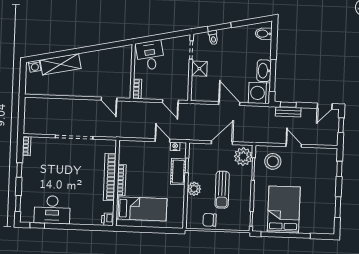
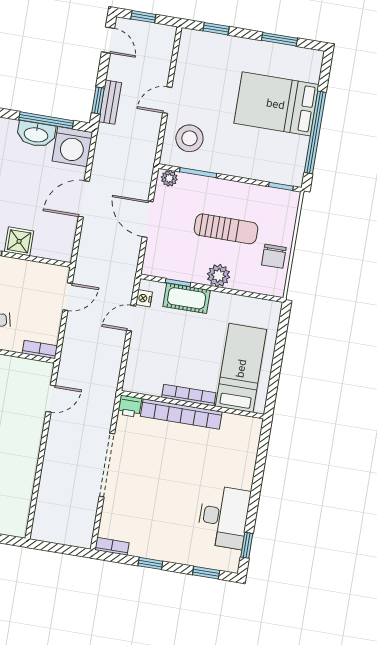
plant: (243, 157) -> (169, 178), width x0.53, depth x0.53
bed: (284, 209) -> (276, 104), moved
printer: (108, 219) -> (130, 406), moved

